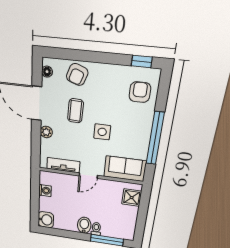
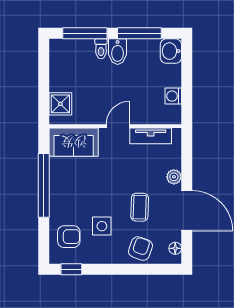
armchair: (140, 92) -> (69, 237), turned -90
side table: (102, 132) -> (102, 226), moved
window: (68, 234) -> (139, 33), added

